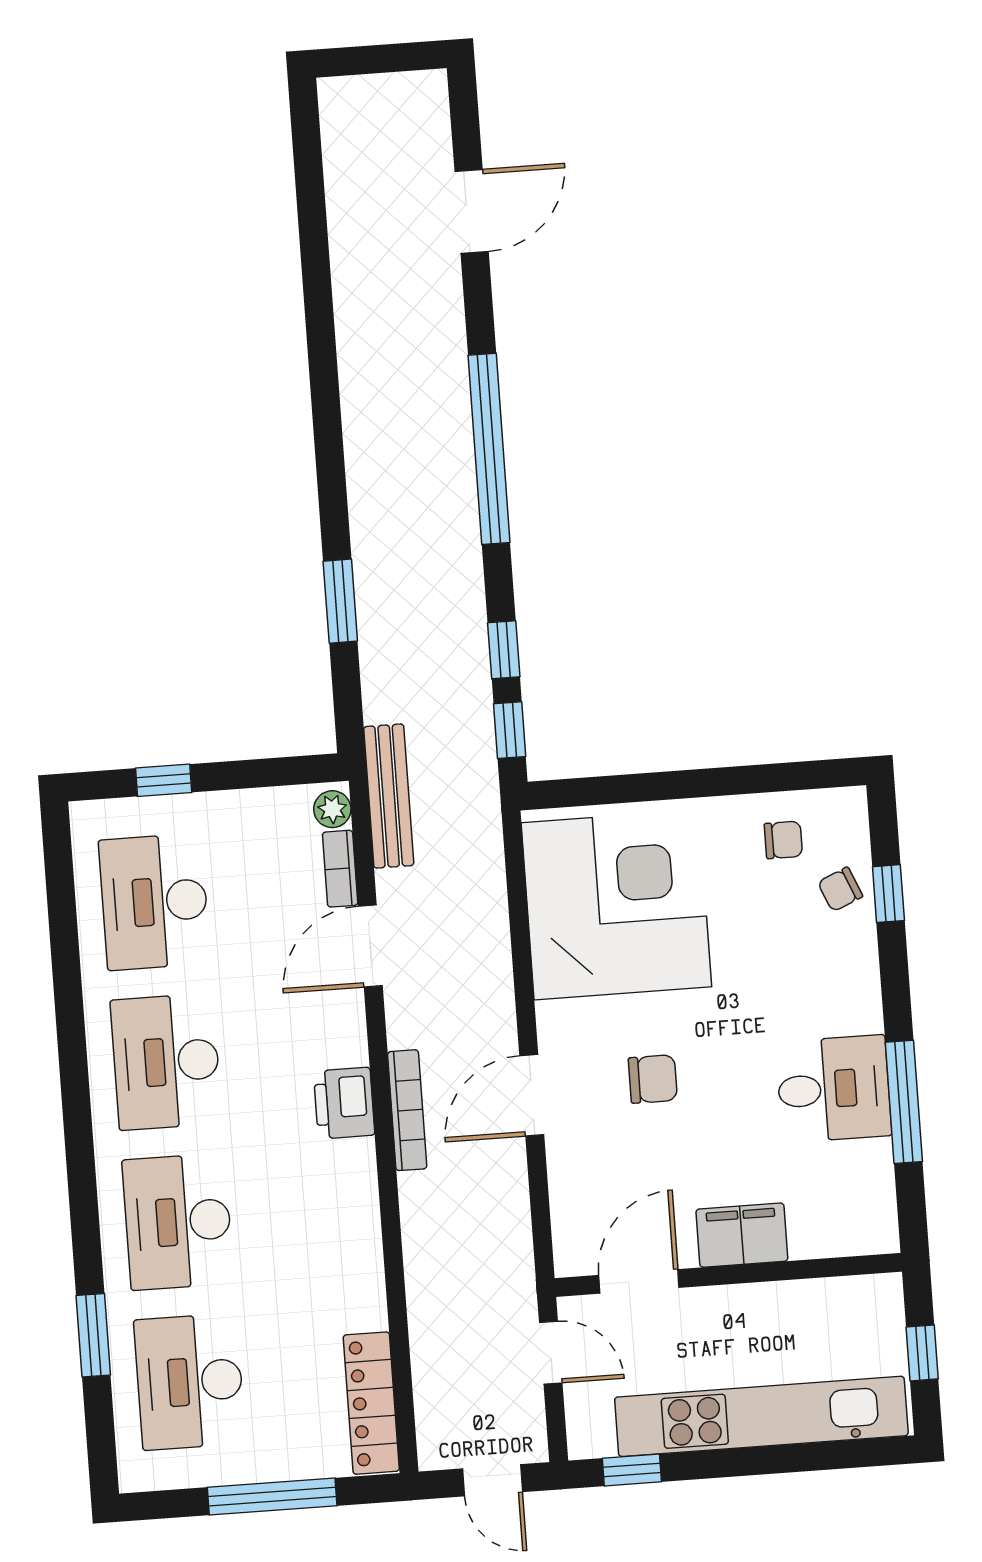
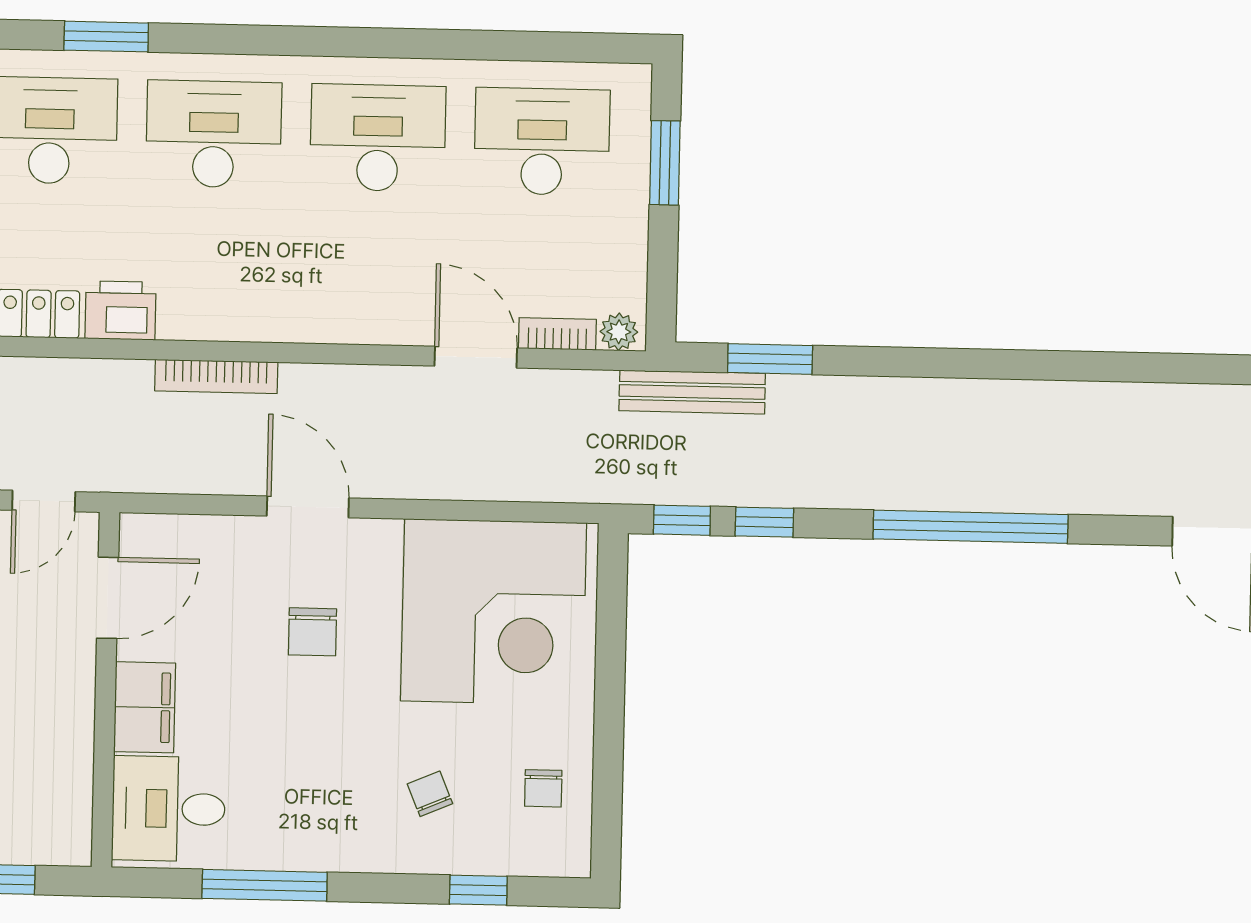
window: (340, 601) -> (770, 359), moved
window: (164, 780) -> (665, 163), width x1.50
bench: (389, 796) -> (692, 392), moved
chair: (840, 889) -> (430, 794), moved
desk: (834, 1089) -> (169, 809), moved, turned 90
printer: (344, 1103) -> (121, 310), moved
bookcase: (407, 1110) -> (216, 376), moved
door: (639, 1281) -> (108, 598), hinge flipped

